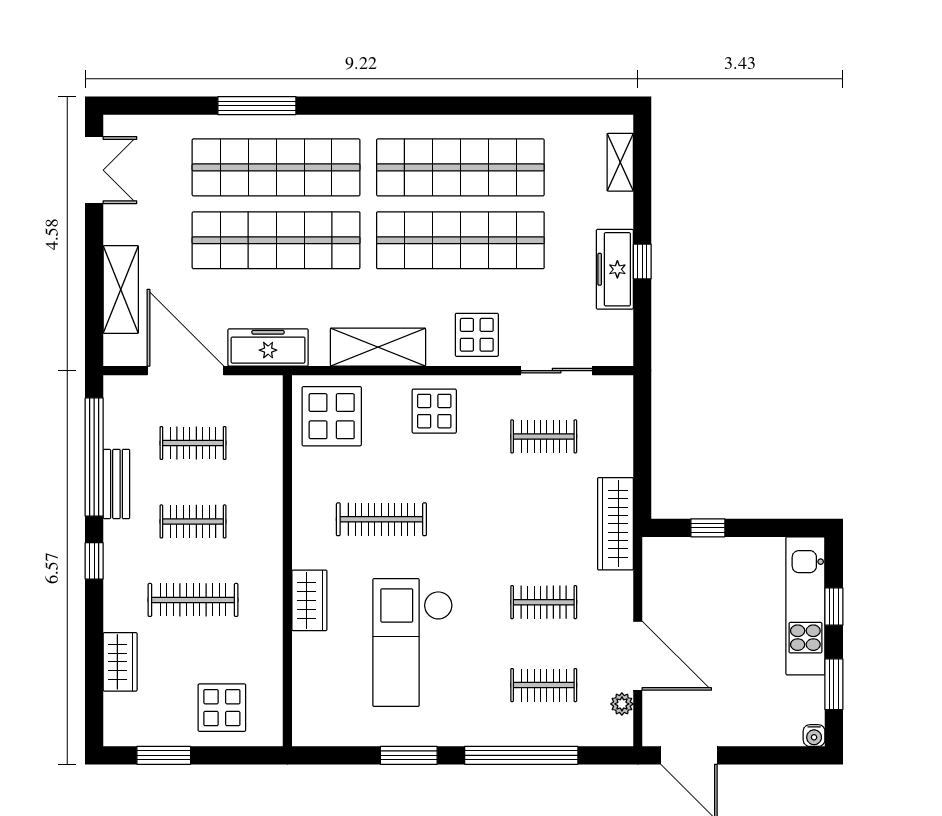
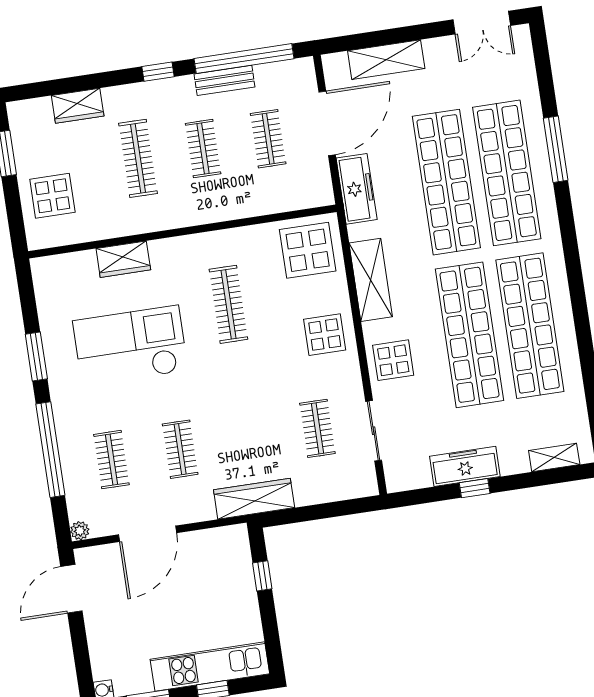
wardrobe: (309, 600) -> (123, 259), moved
plant: (622, 704) -> (80, 531), moved

